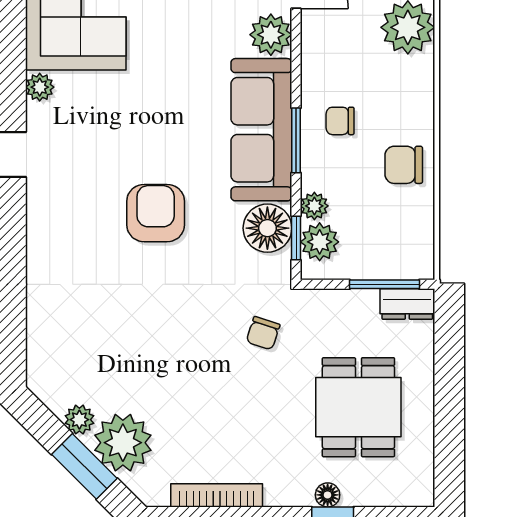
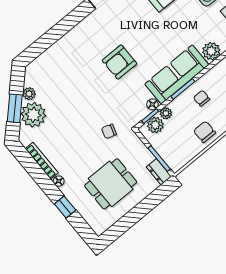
armchair: (156, 213) -> (119, 62), turned 180
floor lamp: (267, 228) -> (152, 104), width x0.53, depth x0.53
floor lamp: (328, 495) -> (59, 181), moved

